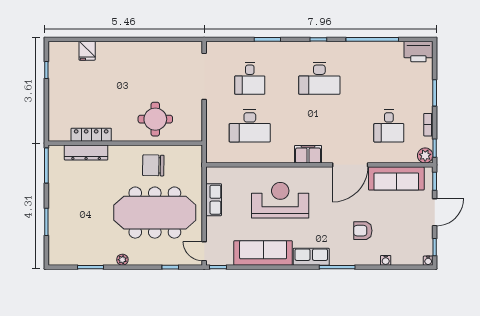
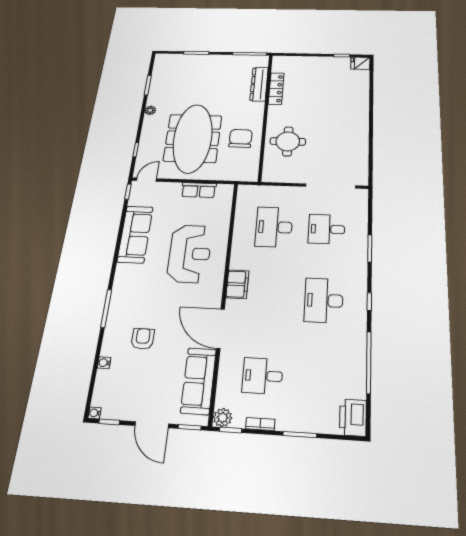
fridge: (87, 51) -> (360, 63), moved
row of seats: (311, 257) -> (123, 282), removed

